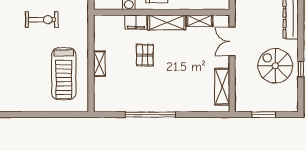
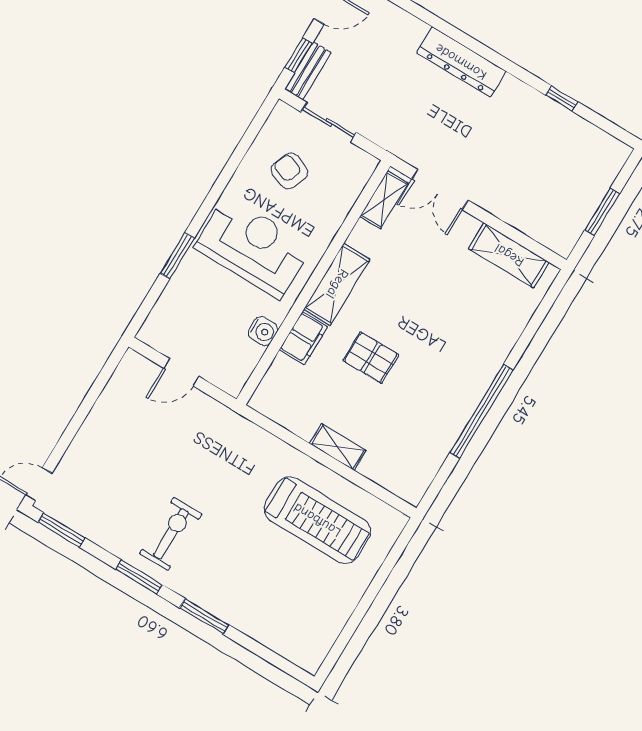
exercise bike: (42, 20) -> (171, 534), moved
shelving: (200, 21) -> (384, 200), moved
spiral stairs: (275, 66) -> (529, 140), removed

